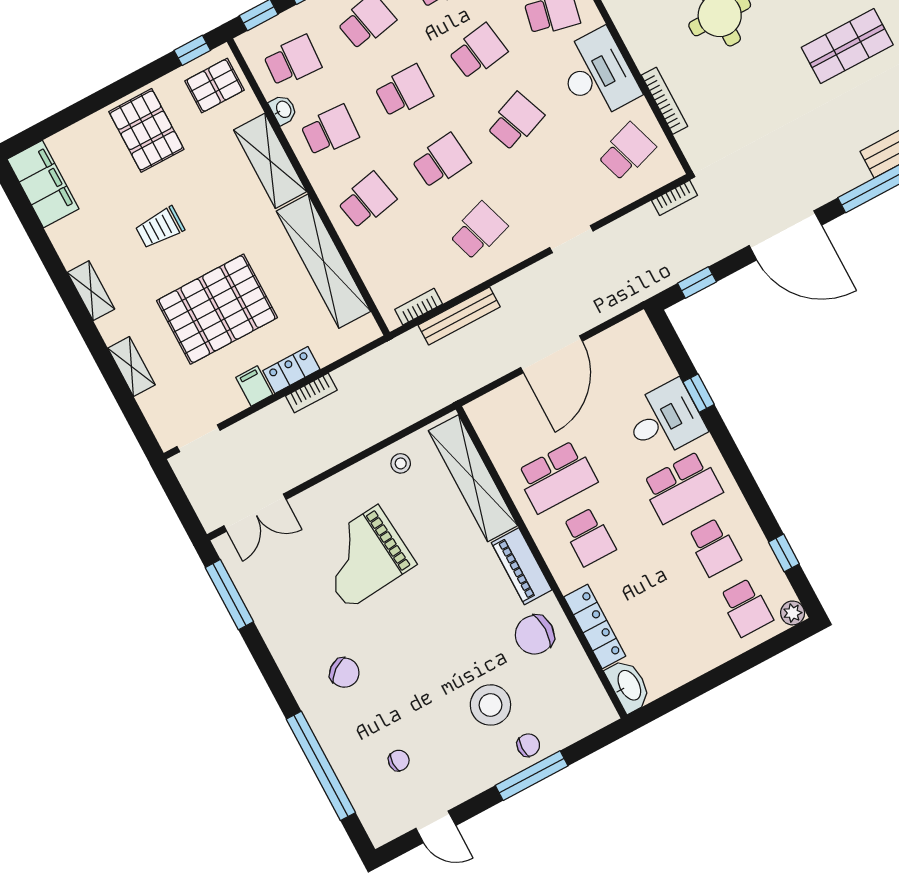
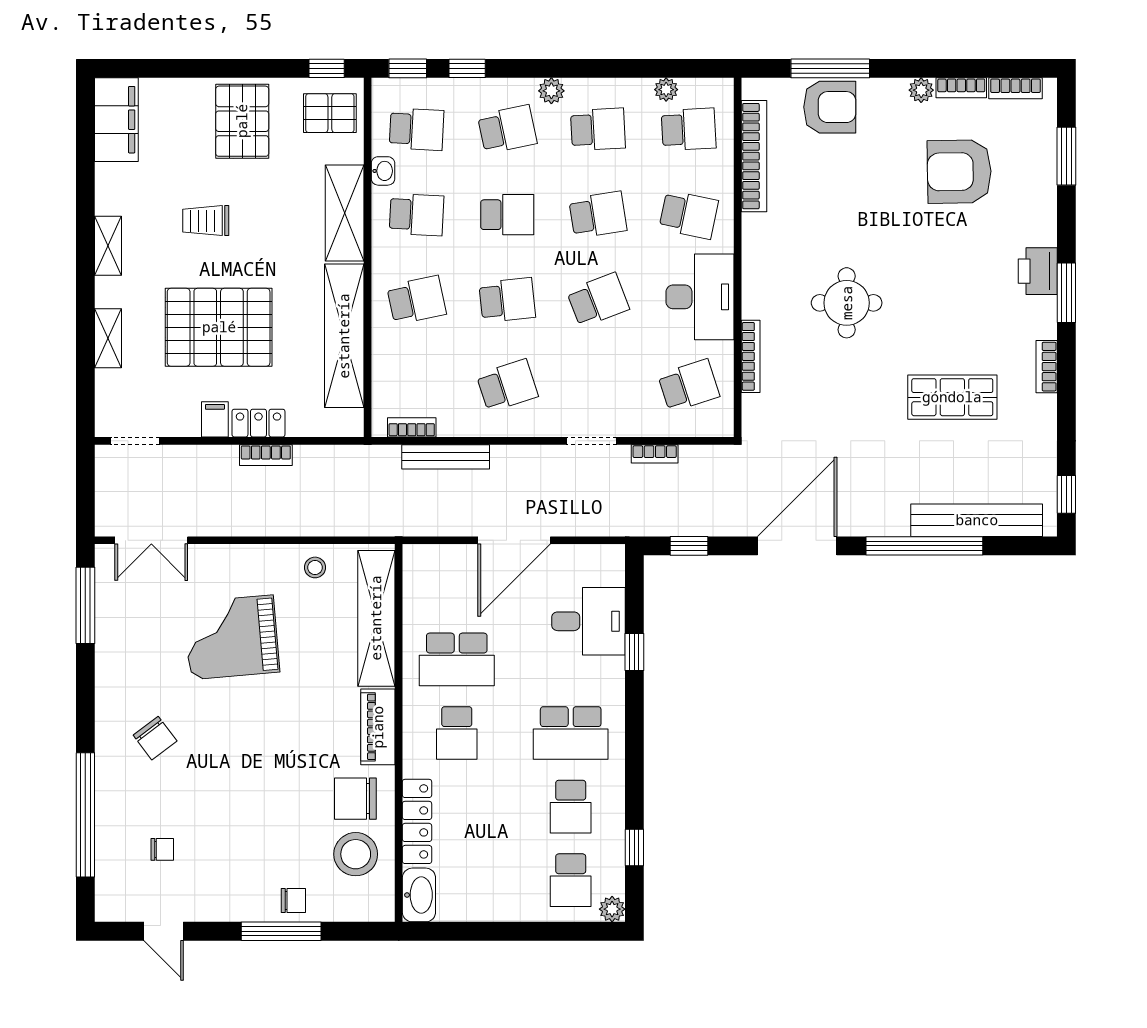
bookcase: (675, 198) -> (655, 454), moved
door: (785, 235) -> (797, 546), swing flipped
desk: (665, 420) -> (588, 621), moved
stool: (490, 705) -> (356, 854), moved

